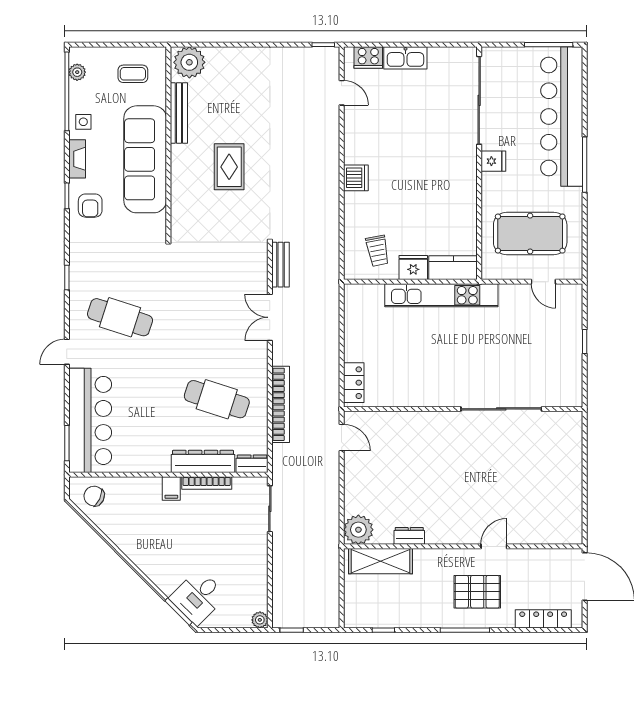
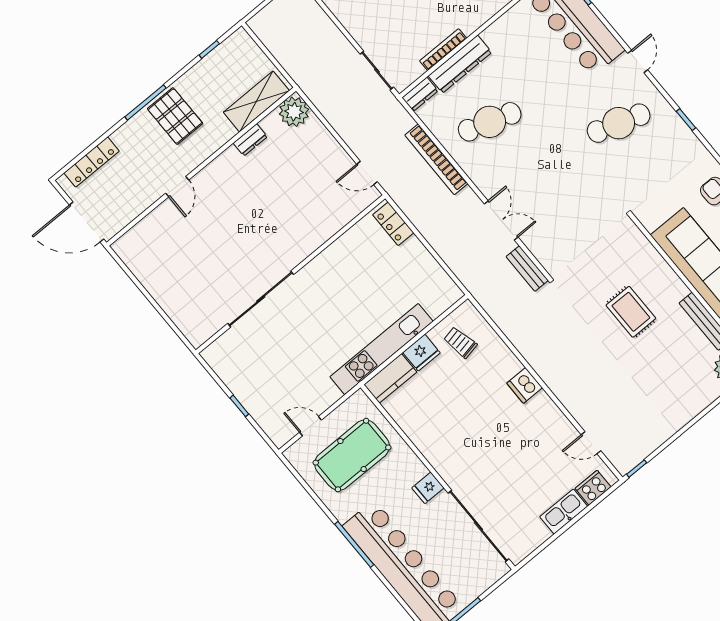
filing cabinet: (171, 488) -> (467, 22), removed
pallet: (477, 592) -> (175, 116), moved, turned 90

